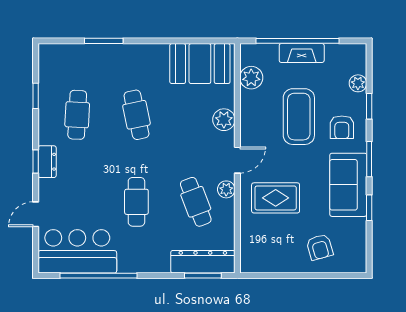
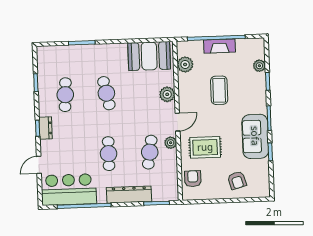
coffee table: (299, 117) -> (219, 90), width x0.73, depth x0.76
armchair: (342, 127) -> (193, 179), moved, turned 180
cafe table: (196, 202) -> (150, 152), turned 30
dresser: (203, 262) -> (129, 195), moved

